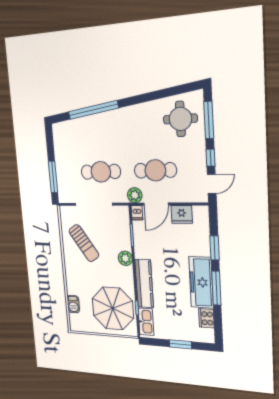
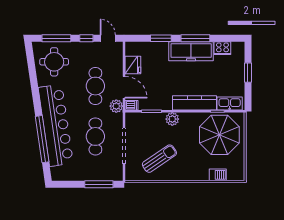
bar counter: (109, 125) -> (56, 125), added

